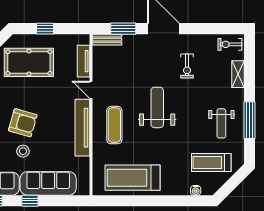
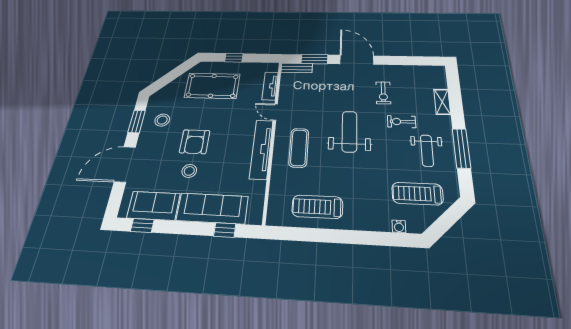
exercise bike: (230, 44) -> (401, 122), moved
armchair: (23, 123) -> (195, 142), turned 74
treadmill: (133, 178) -> (317, 207), width x0.73, depth x0.73
window: (30, 201) -> (225, 230), moved

